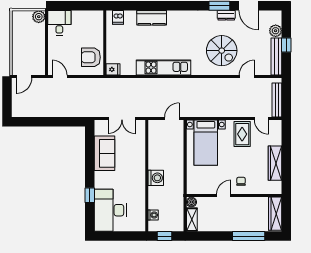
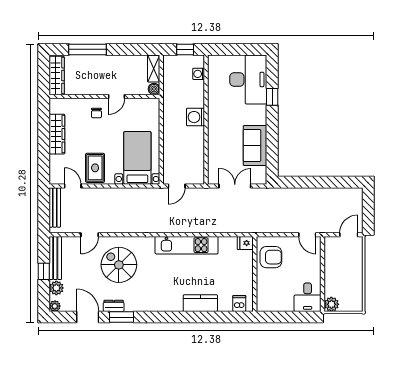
plant: (277, 15) -> (55, 306), added

